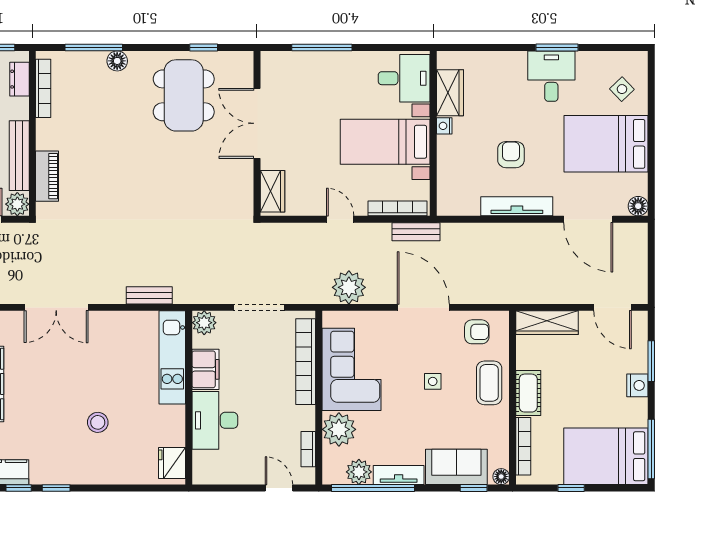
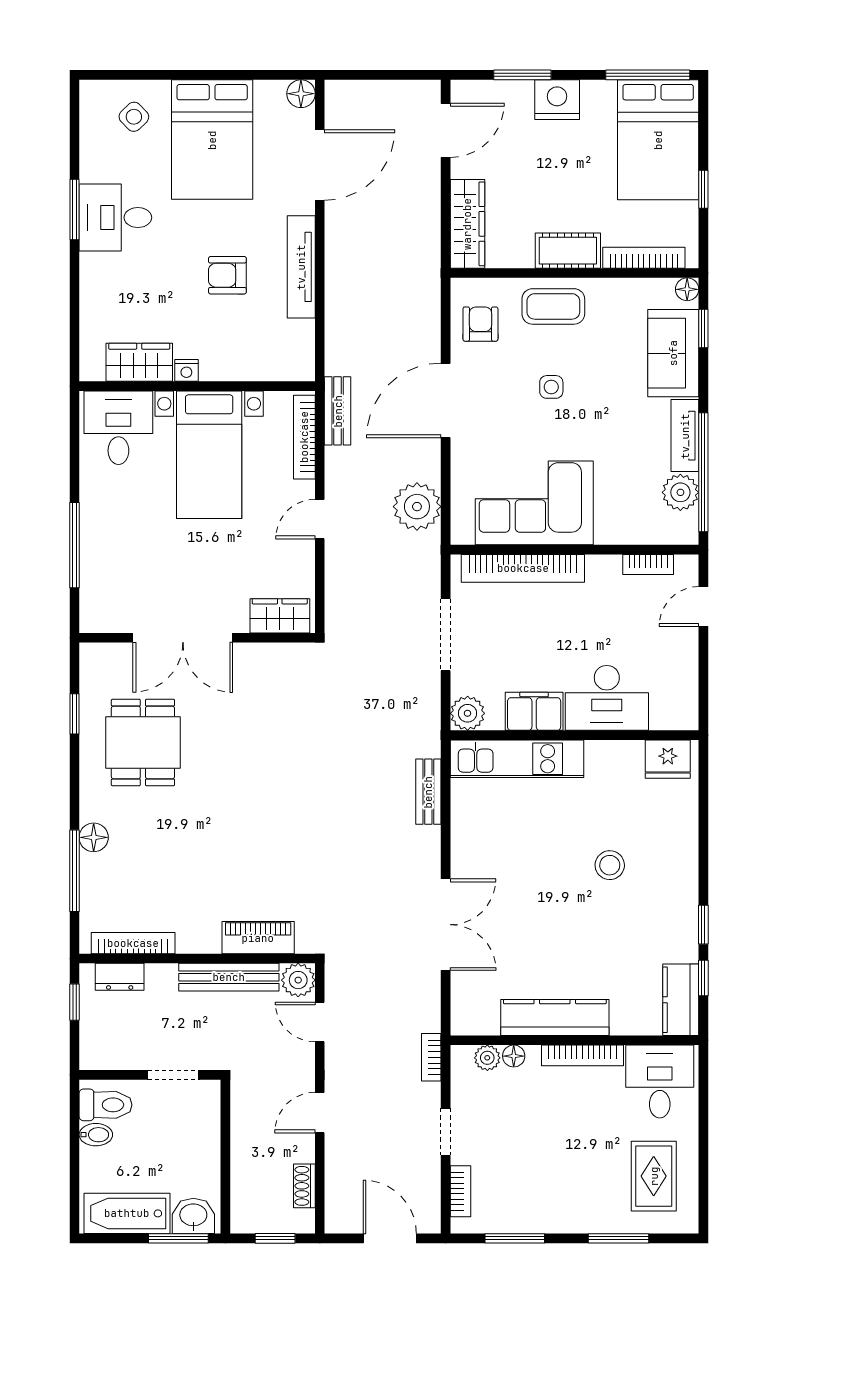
dining table: (184, 95) -> (143, 743), width x0.73
nightstand: (637, 385) -> (557, 100), width x1.36, depth x1.33
plant: (339, 429) -> (620, 521), removed

